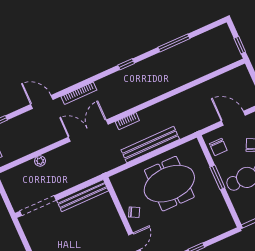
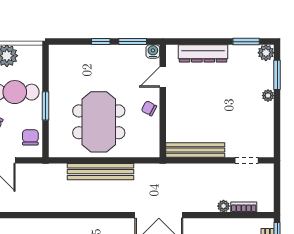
bookcase: (127, 121) -> (244, 207), moved
meeting table: (169, 184) -> (99, 122), turned 90
doorway: (38, 206) -> (247, 160), width x0.53

